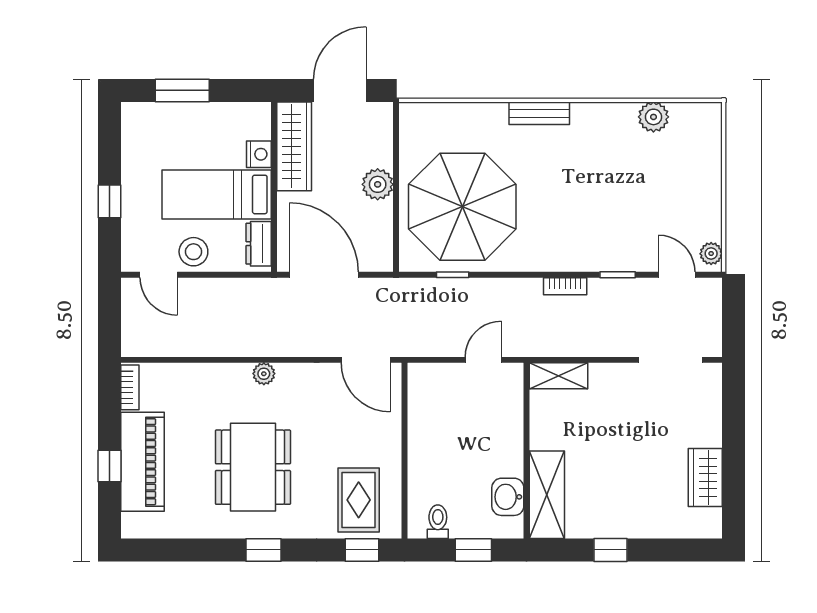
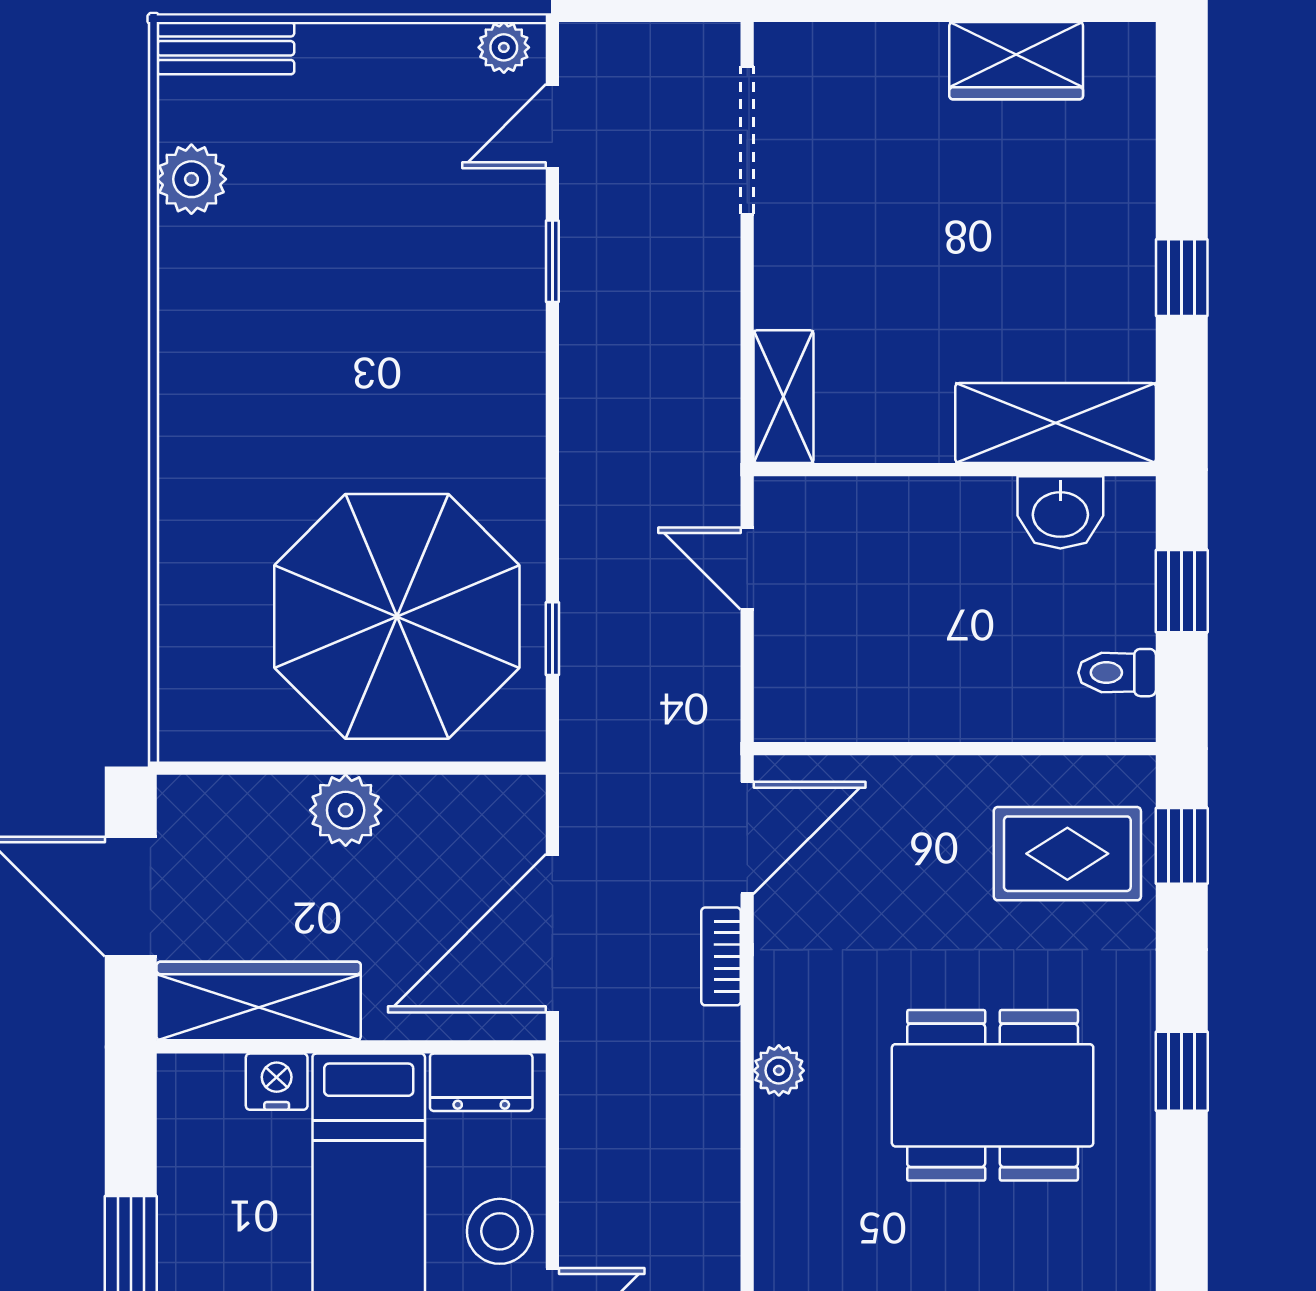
bench: (539, 113) -> (225, 48), moved, turned 90
bookcase: (565, 286) -> (721, 956), moved, turned 180

